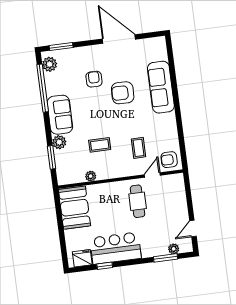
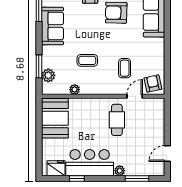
plant: (59, 142) -> (48, 75), moved
armchair: (169, 160) -> (153, 83), turned 78
plant: (174, 249) -> (120, 171), moved

